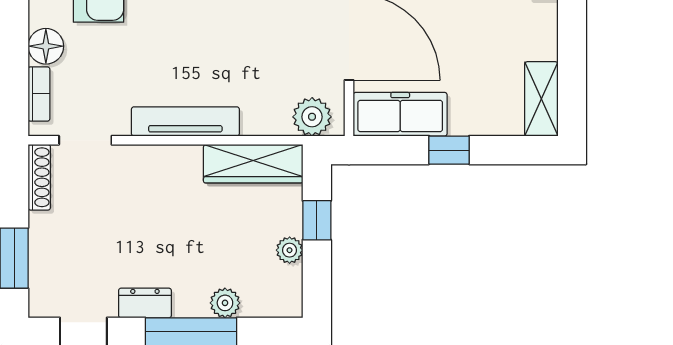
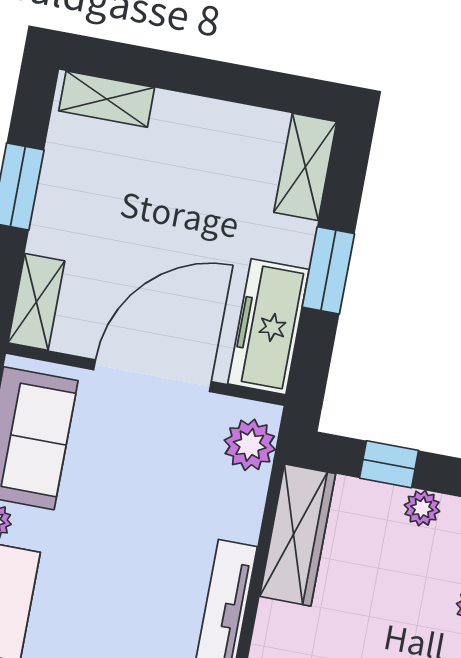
shelving: (541, 99) -> (305, 167), moved, turned 90
window: (449, 150) -> (328, 270), width x1.50

